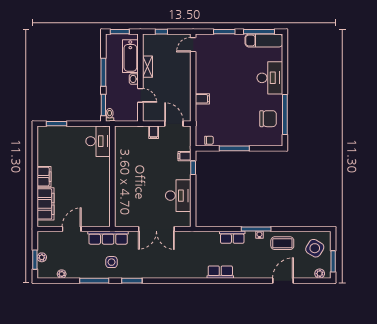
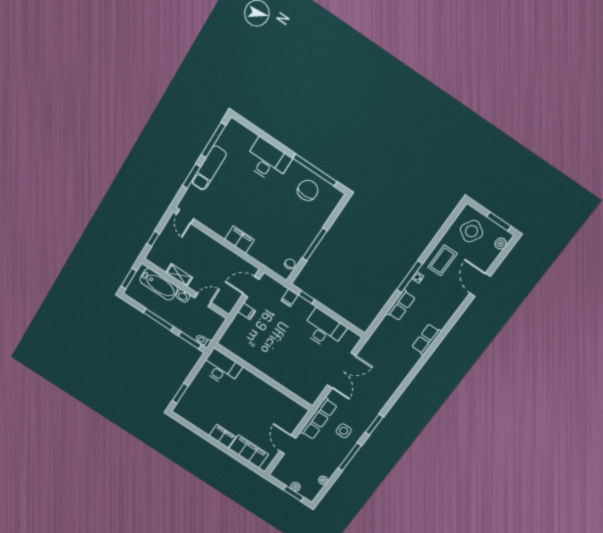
exam couch: (264, 41) -> (209, 168), moved
filing cabinet: (202, 99) -> (239, 240), width x2.00

